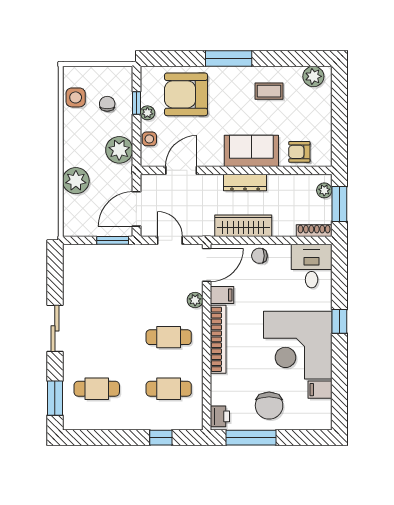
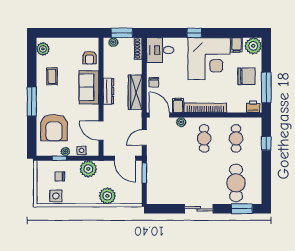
cafe table: (97, 389) -> (236, 183), width x1.37, depth x1.35
plant: (318, 417) -> (253, 46), added

